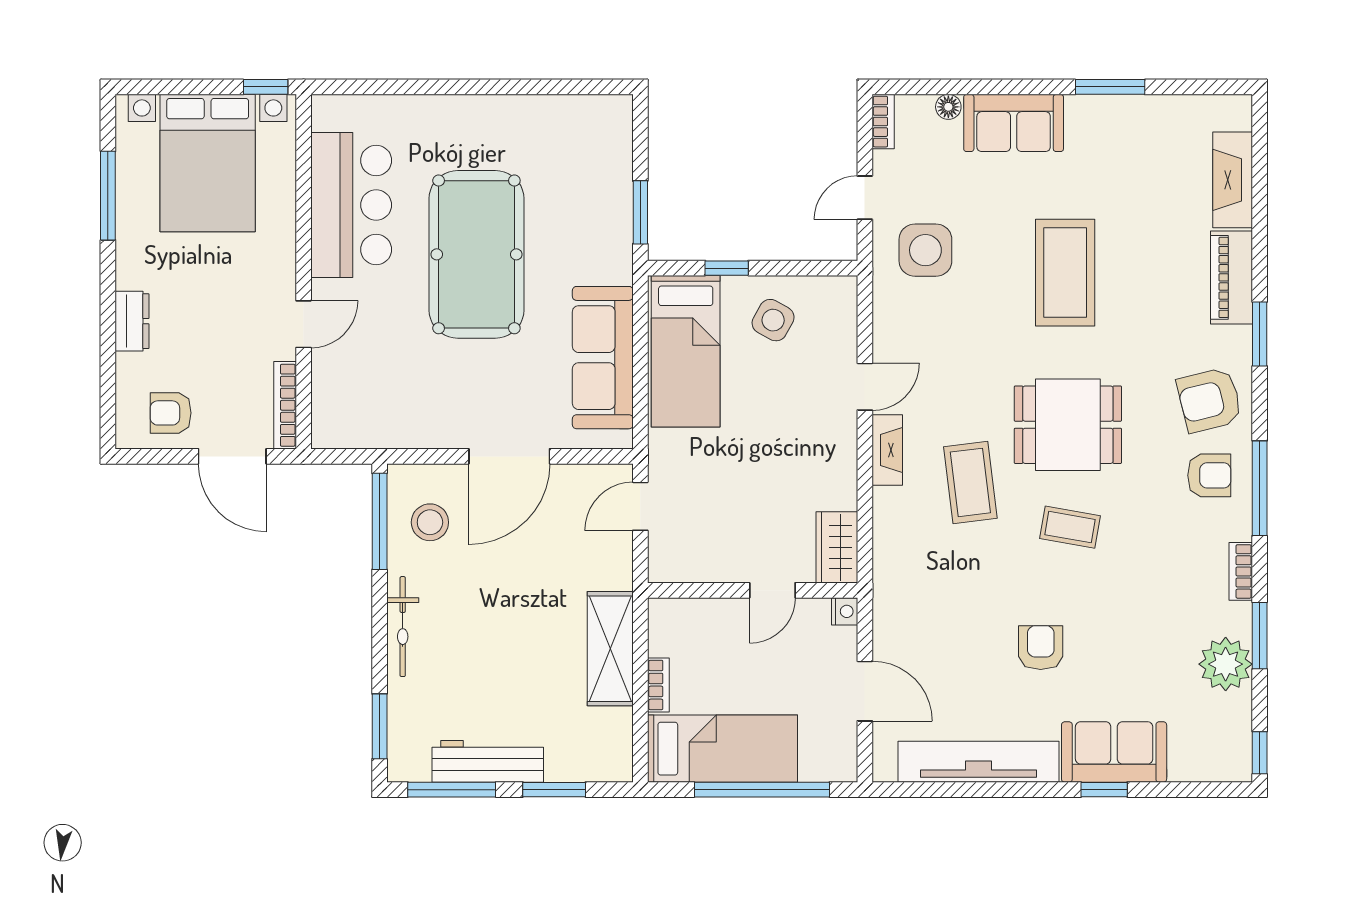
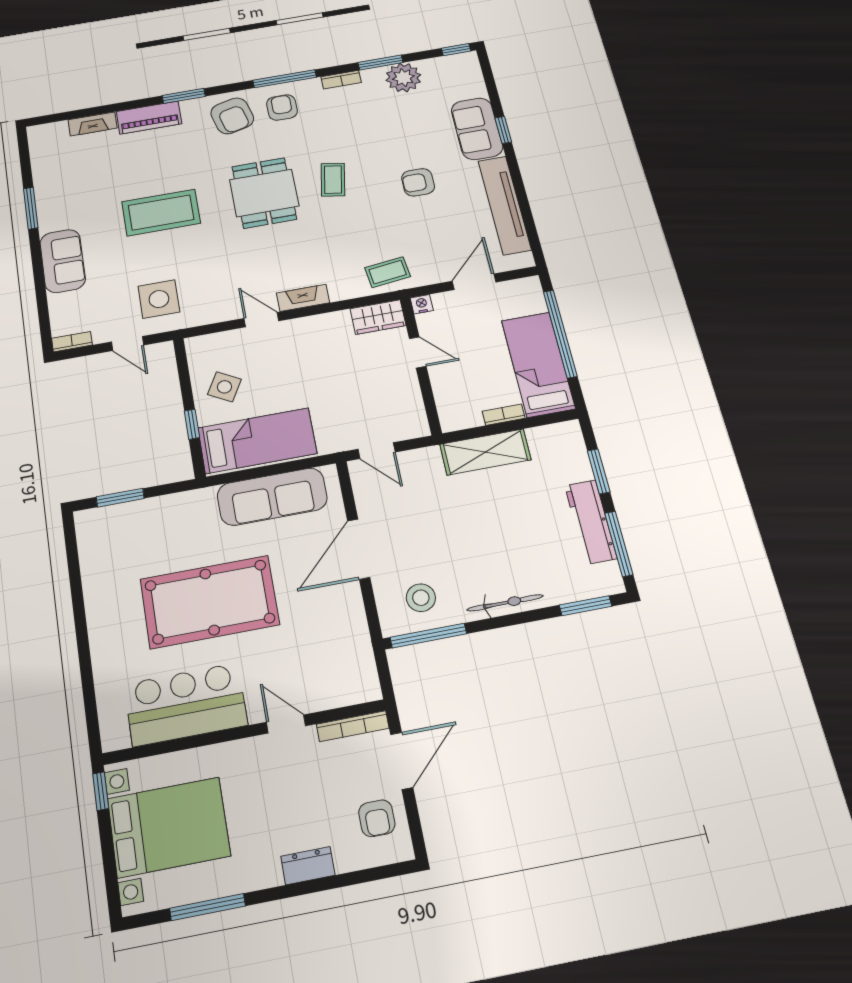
floor lamp: (948, 107) -> (56, 303), removed
fireplace: (1233, 180) -> (93, 124), width x0.73, depth x0.76
window: (640, 212) -> (120, 498), moved
door: (509, 456) -> (359, 549), swing flipped
coffee table: (970, 482) -> (388, 272), moved, width x0.73, depth x0.77

